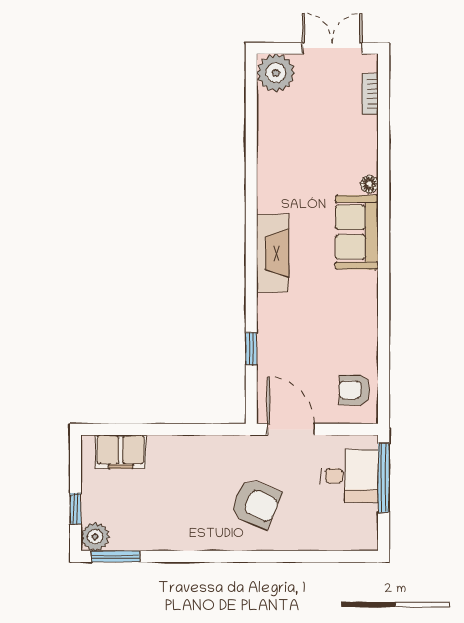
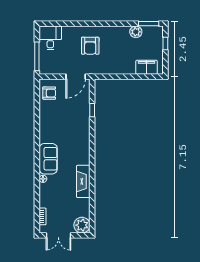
fireplace: (273, 253) -> (83, 181), moved
door: (291, 429) -> (76, 77), hinge flipped
desk: (350, 476) -> (50, 38), moved, turned 90
armchair: (256, 503) -> (90, 46), turned -113
plant: (95, 537) -> (136, 32), moved

